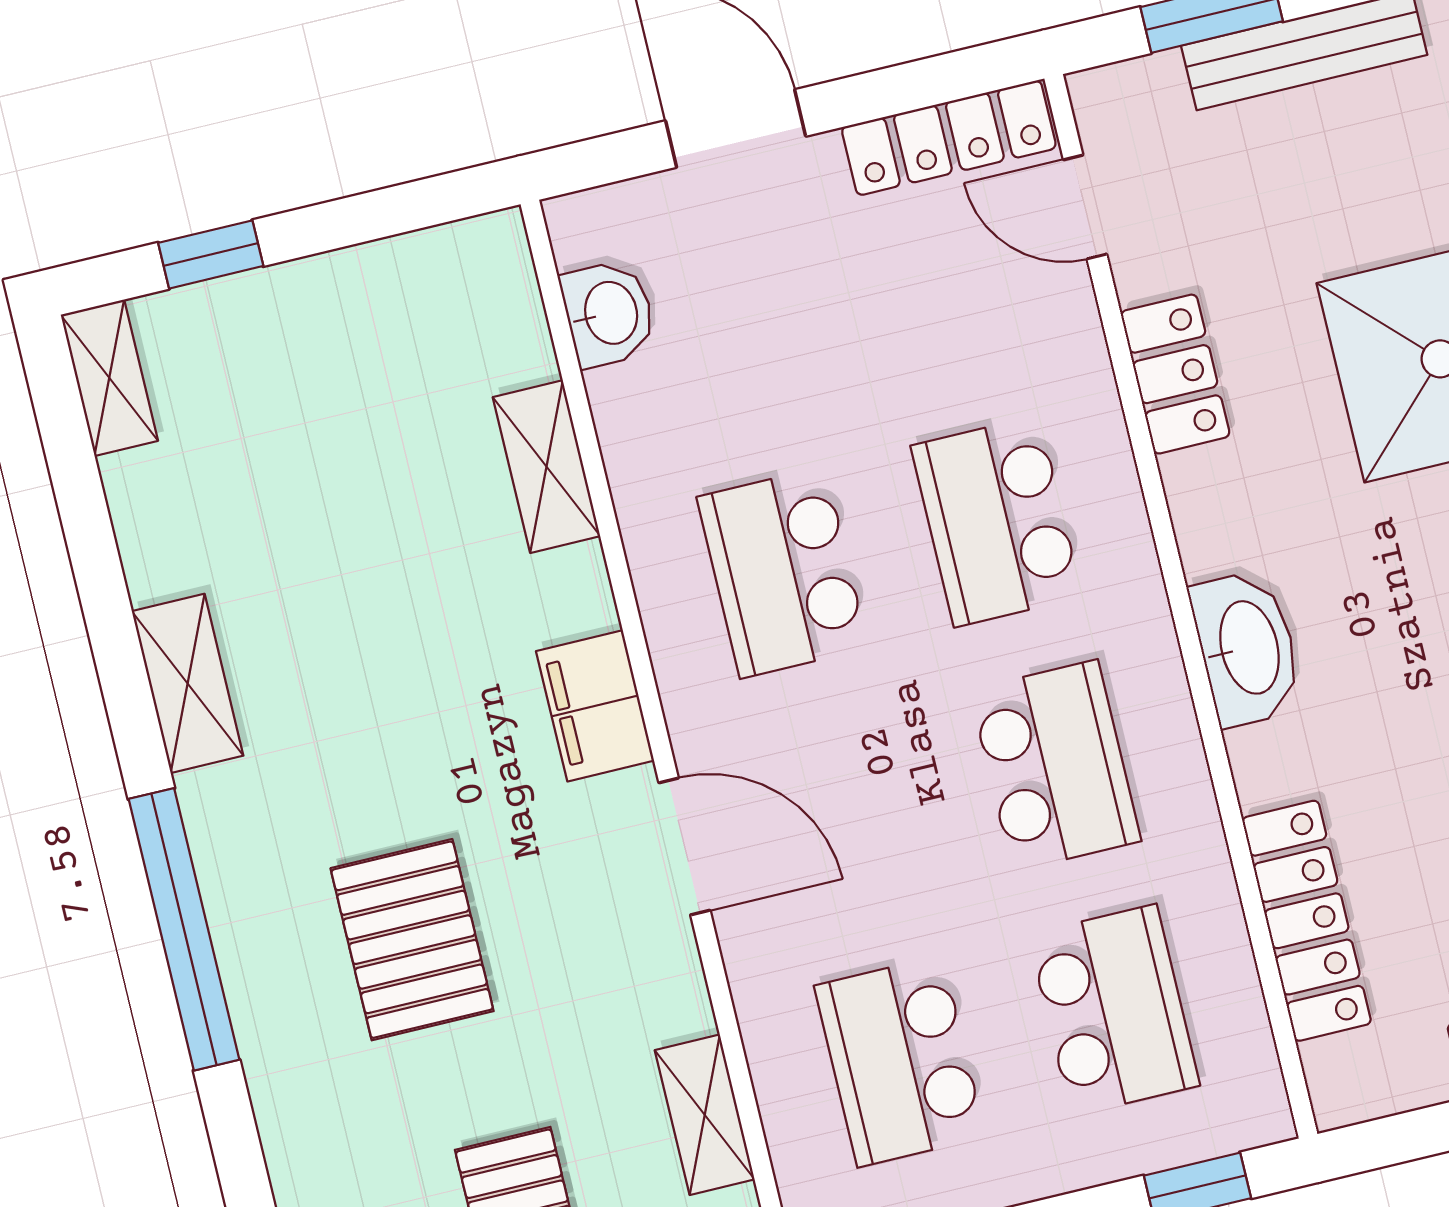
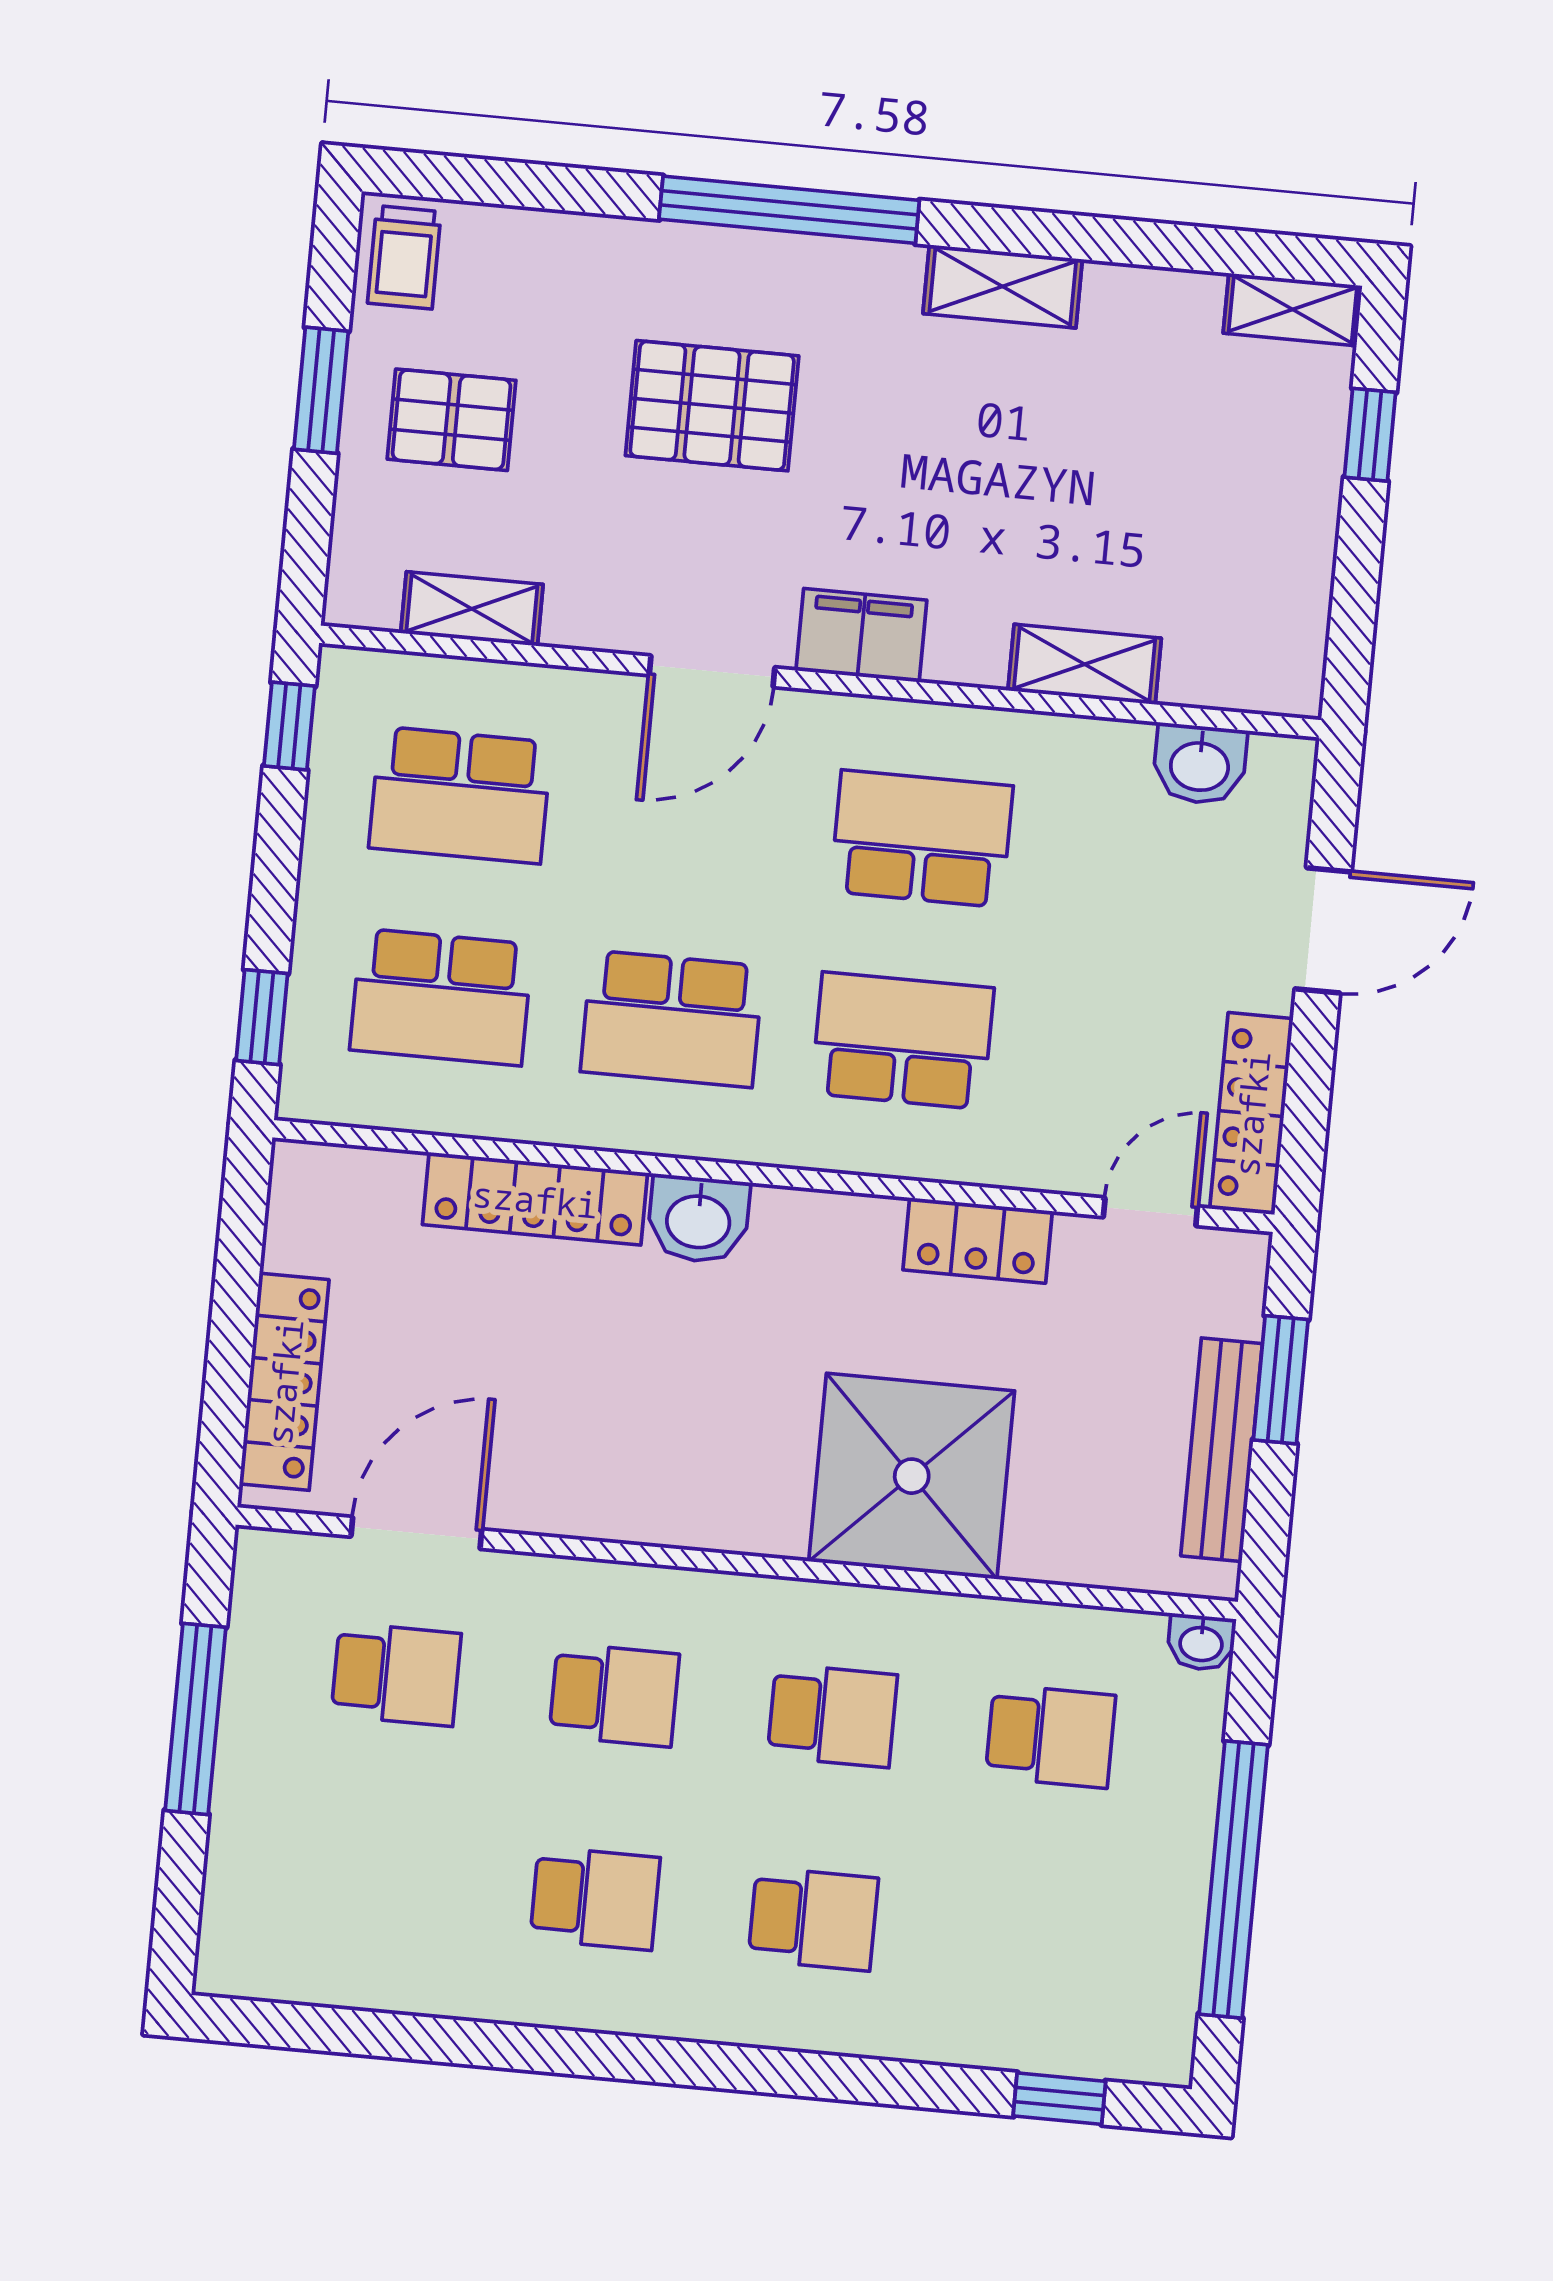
washbasin: (1247, 648) -> (698, 1219), width x0.72
locker: (1307, 921) -> (535, 1199), moved
school desk: (900, 1061) -> (460, 795), turned 180

